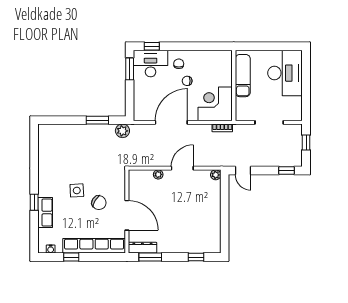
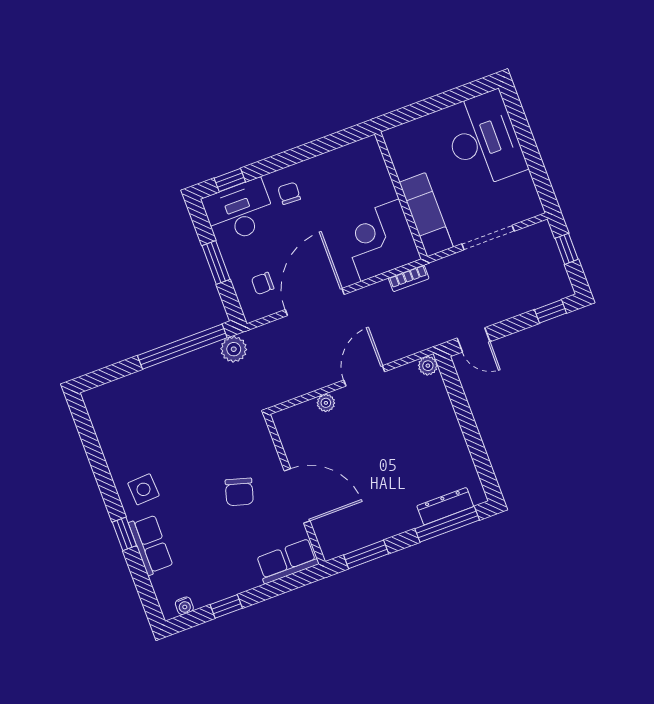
window: (130, 69) -> (216, 263), moved
exam couch: (243, 76) -> (426, 215), moved
chair: (187, 81) -> (263, 283), moved
window: (97, 120) -> (182, 347), width x2.11
side table: (77, 190) -> (143, 489), moved
chair: (99, 203) -> (239, 492), turned 74
row of seats: (94, 246) -> (287, 561), width x0.50
dresser: (142, 248) -> (445, 506), moved
window: (196, 257) -> (447, 524), width x2.17

